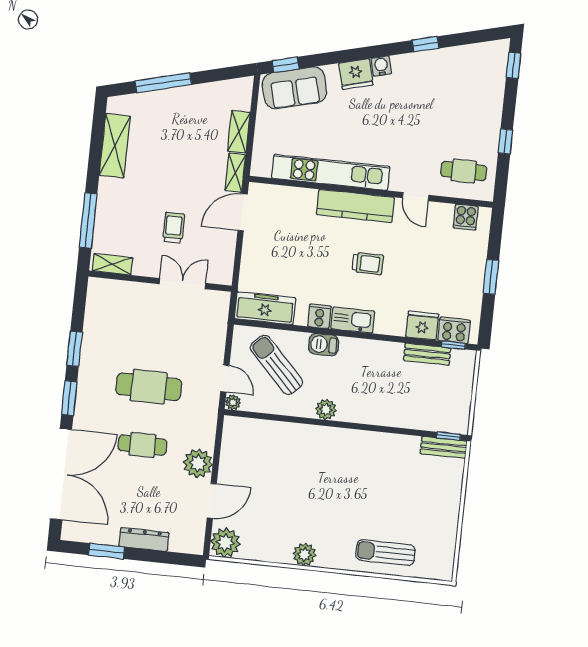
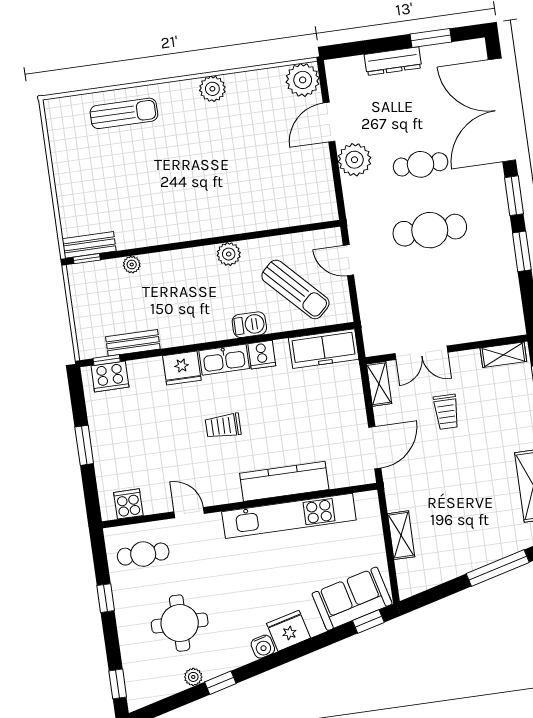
plant: (447, 55) -> (193, 677), added
round table: (447, 104) -> (180, 623), added
shelving: (235, 173) -> (379, 384), moved
kitchen counter: (355, 206) -> (284, 481), moved
fridge: (422, 325) -> (182, 368), moved
plant: (233, 402) -> (132, 265), moved

